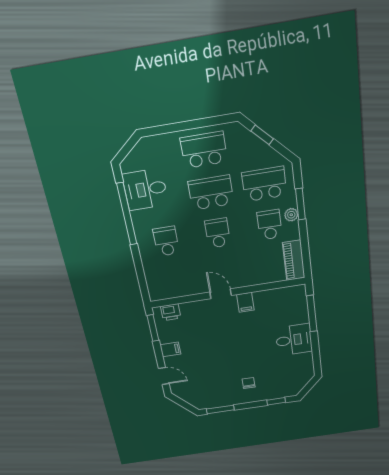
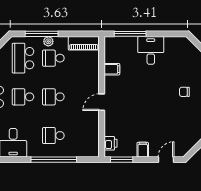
school desk: (211, 193) -> (23, 97), width x0.54
window: (300, 204) -> (42, 34), width x1.44
window: (127, 214) -> (54, 160), moved
filing cabinet: (245, 302) -> (112, 69), moved

